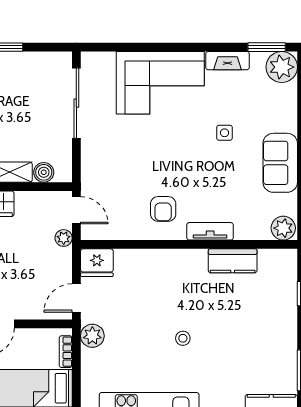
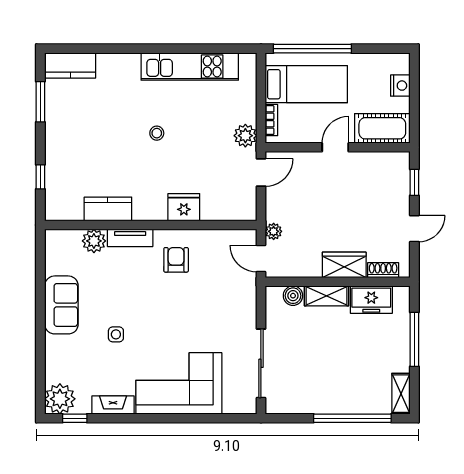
window: (267, 47) -> (75, 418), width x0.67
plant: (283, 228) -> (94, 241), moved
fridge: (97, 263) -> (184, 207), moved

